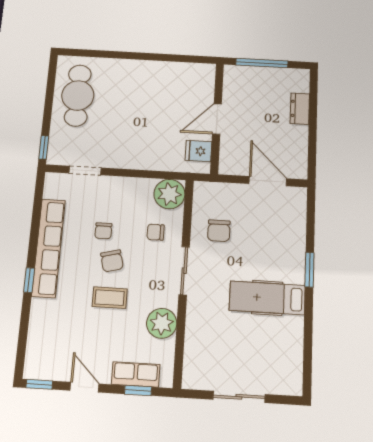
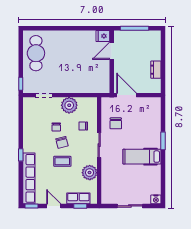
dresser: (300, 109) -> (156, 70), moved
door: (217, 119) -> (112, 51), moved
fridge: (198, 151) -> (103, 36), moved
door: (268, 181) -> (127, 95), moved
plant: (169, 194) -> (69, 105), moved
row of seats: (49, 248) -> (29, 178), moved
nightstand: (293, 386) -> (156, 199), added

